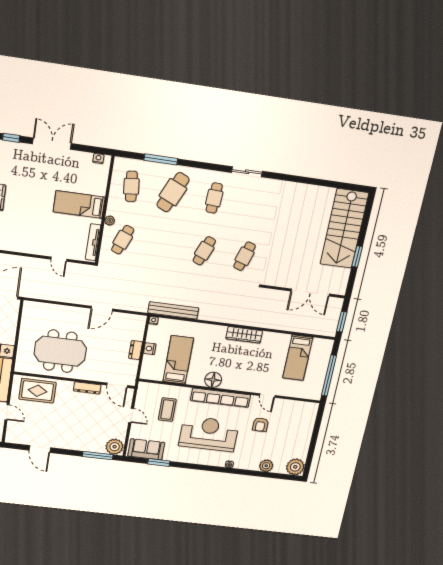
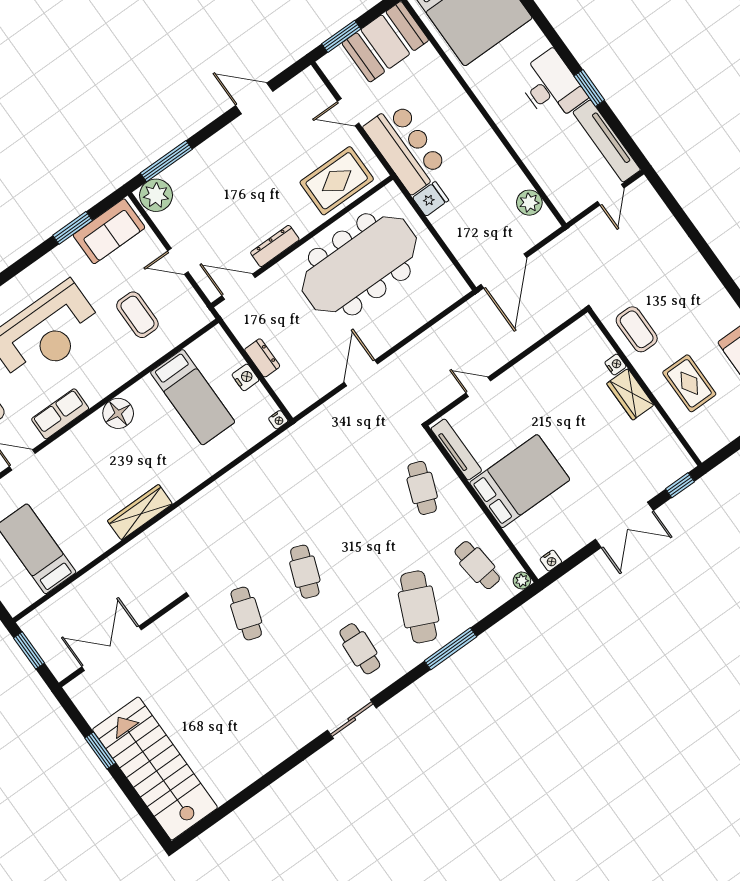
window: (161, 159) -> (450, 649), moved
bed: (79, 204) -> (520, 481), width x1.50
plant: (110, 221) -> (522, 581), moved
bench: (173, 310) -> (266, 457), removed
meeting table: (60, 351) -> (359, 264), width x1.36
row of seats: (220, 398) -> (60, 414), width x0.50

